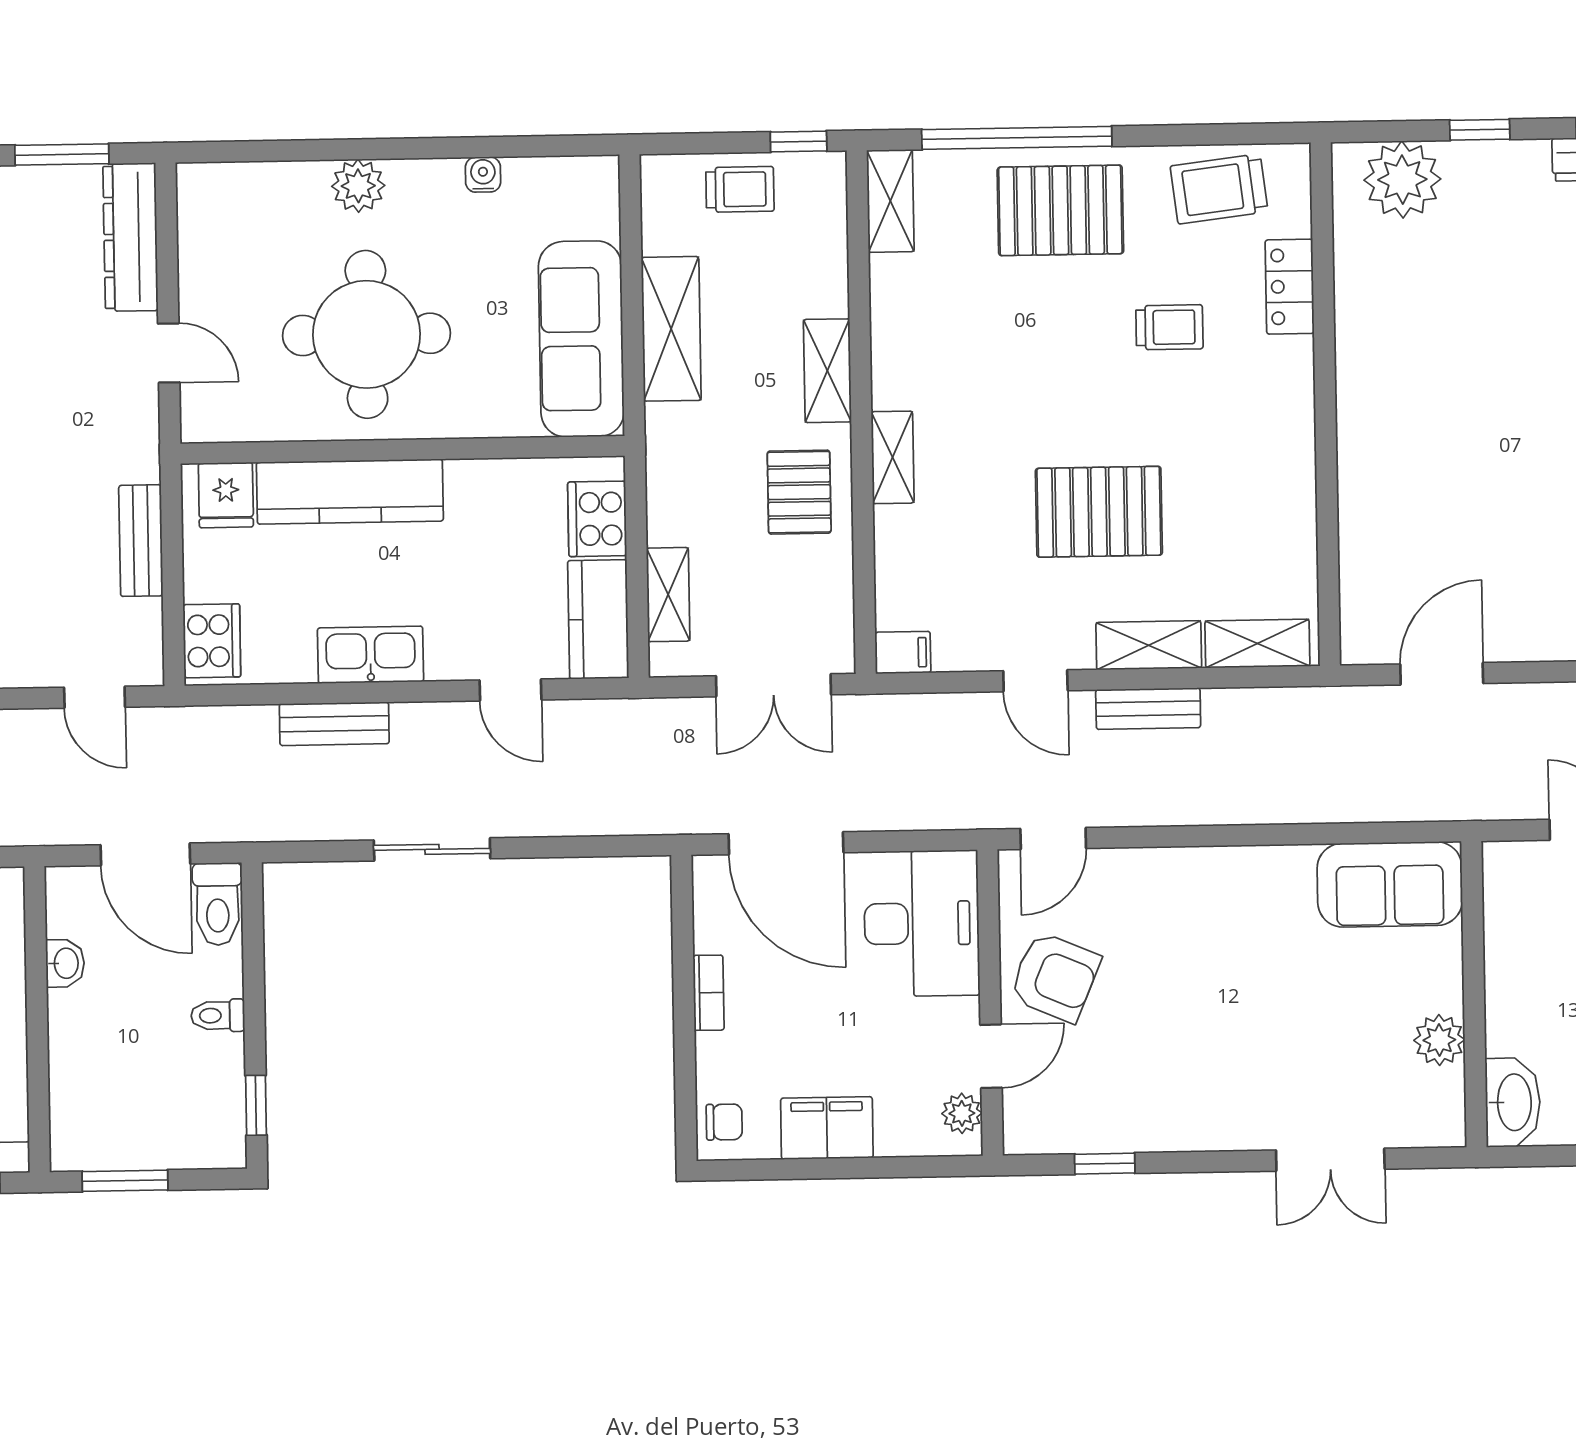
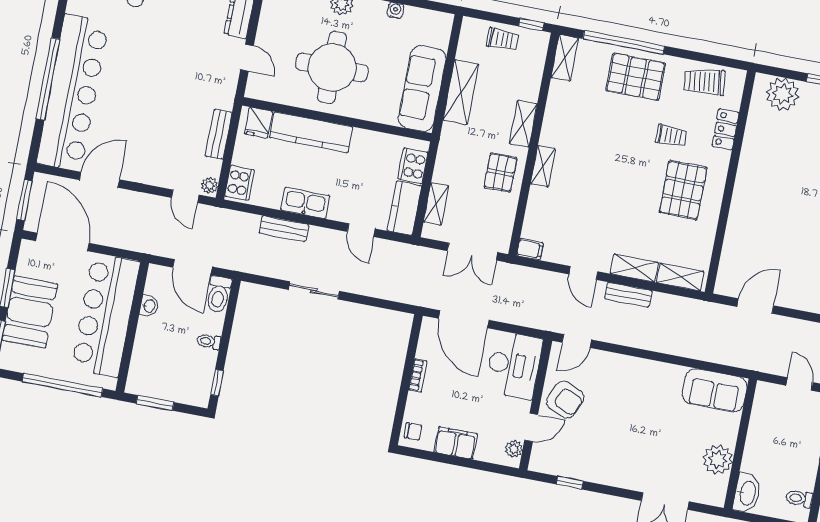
pallet: (1099, 512) -> (683, 190), moved, turned 90
plant: (145, 661) -> (210, 185), added
plant: (1439, 1040) -> (718, 460), width x1.36, depth x1.36

